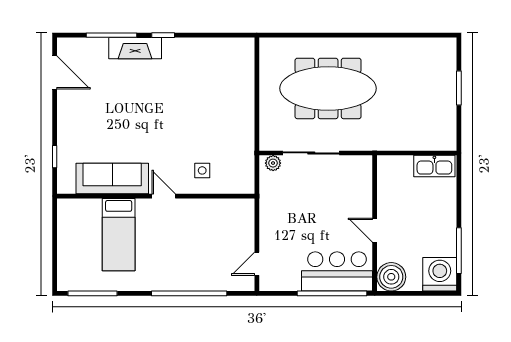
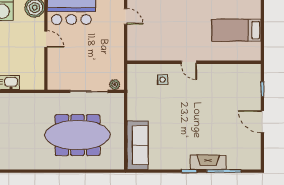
door: (55, 73) -> (262, 122), moved
sofa: (112, 178) -> (138, 145), moved, turned -90
bed: (119, 235) -> (236, 30), moved, turned -90
door: (257, 264) -> (126, 16), hinge flipped

